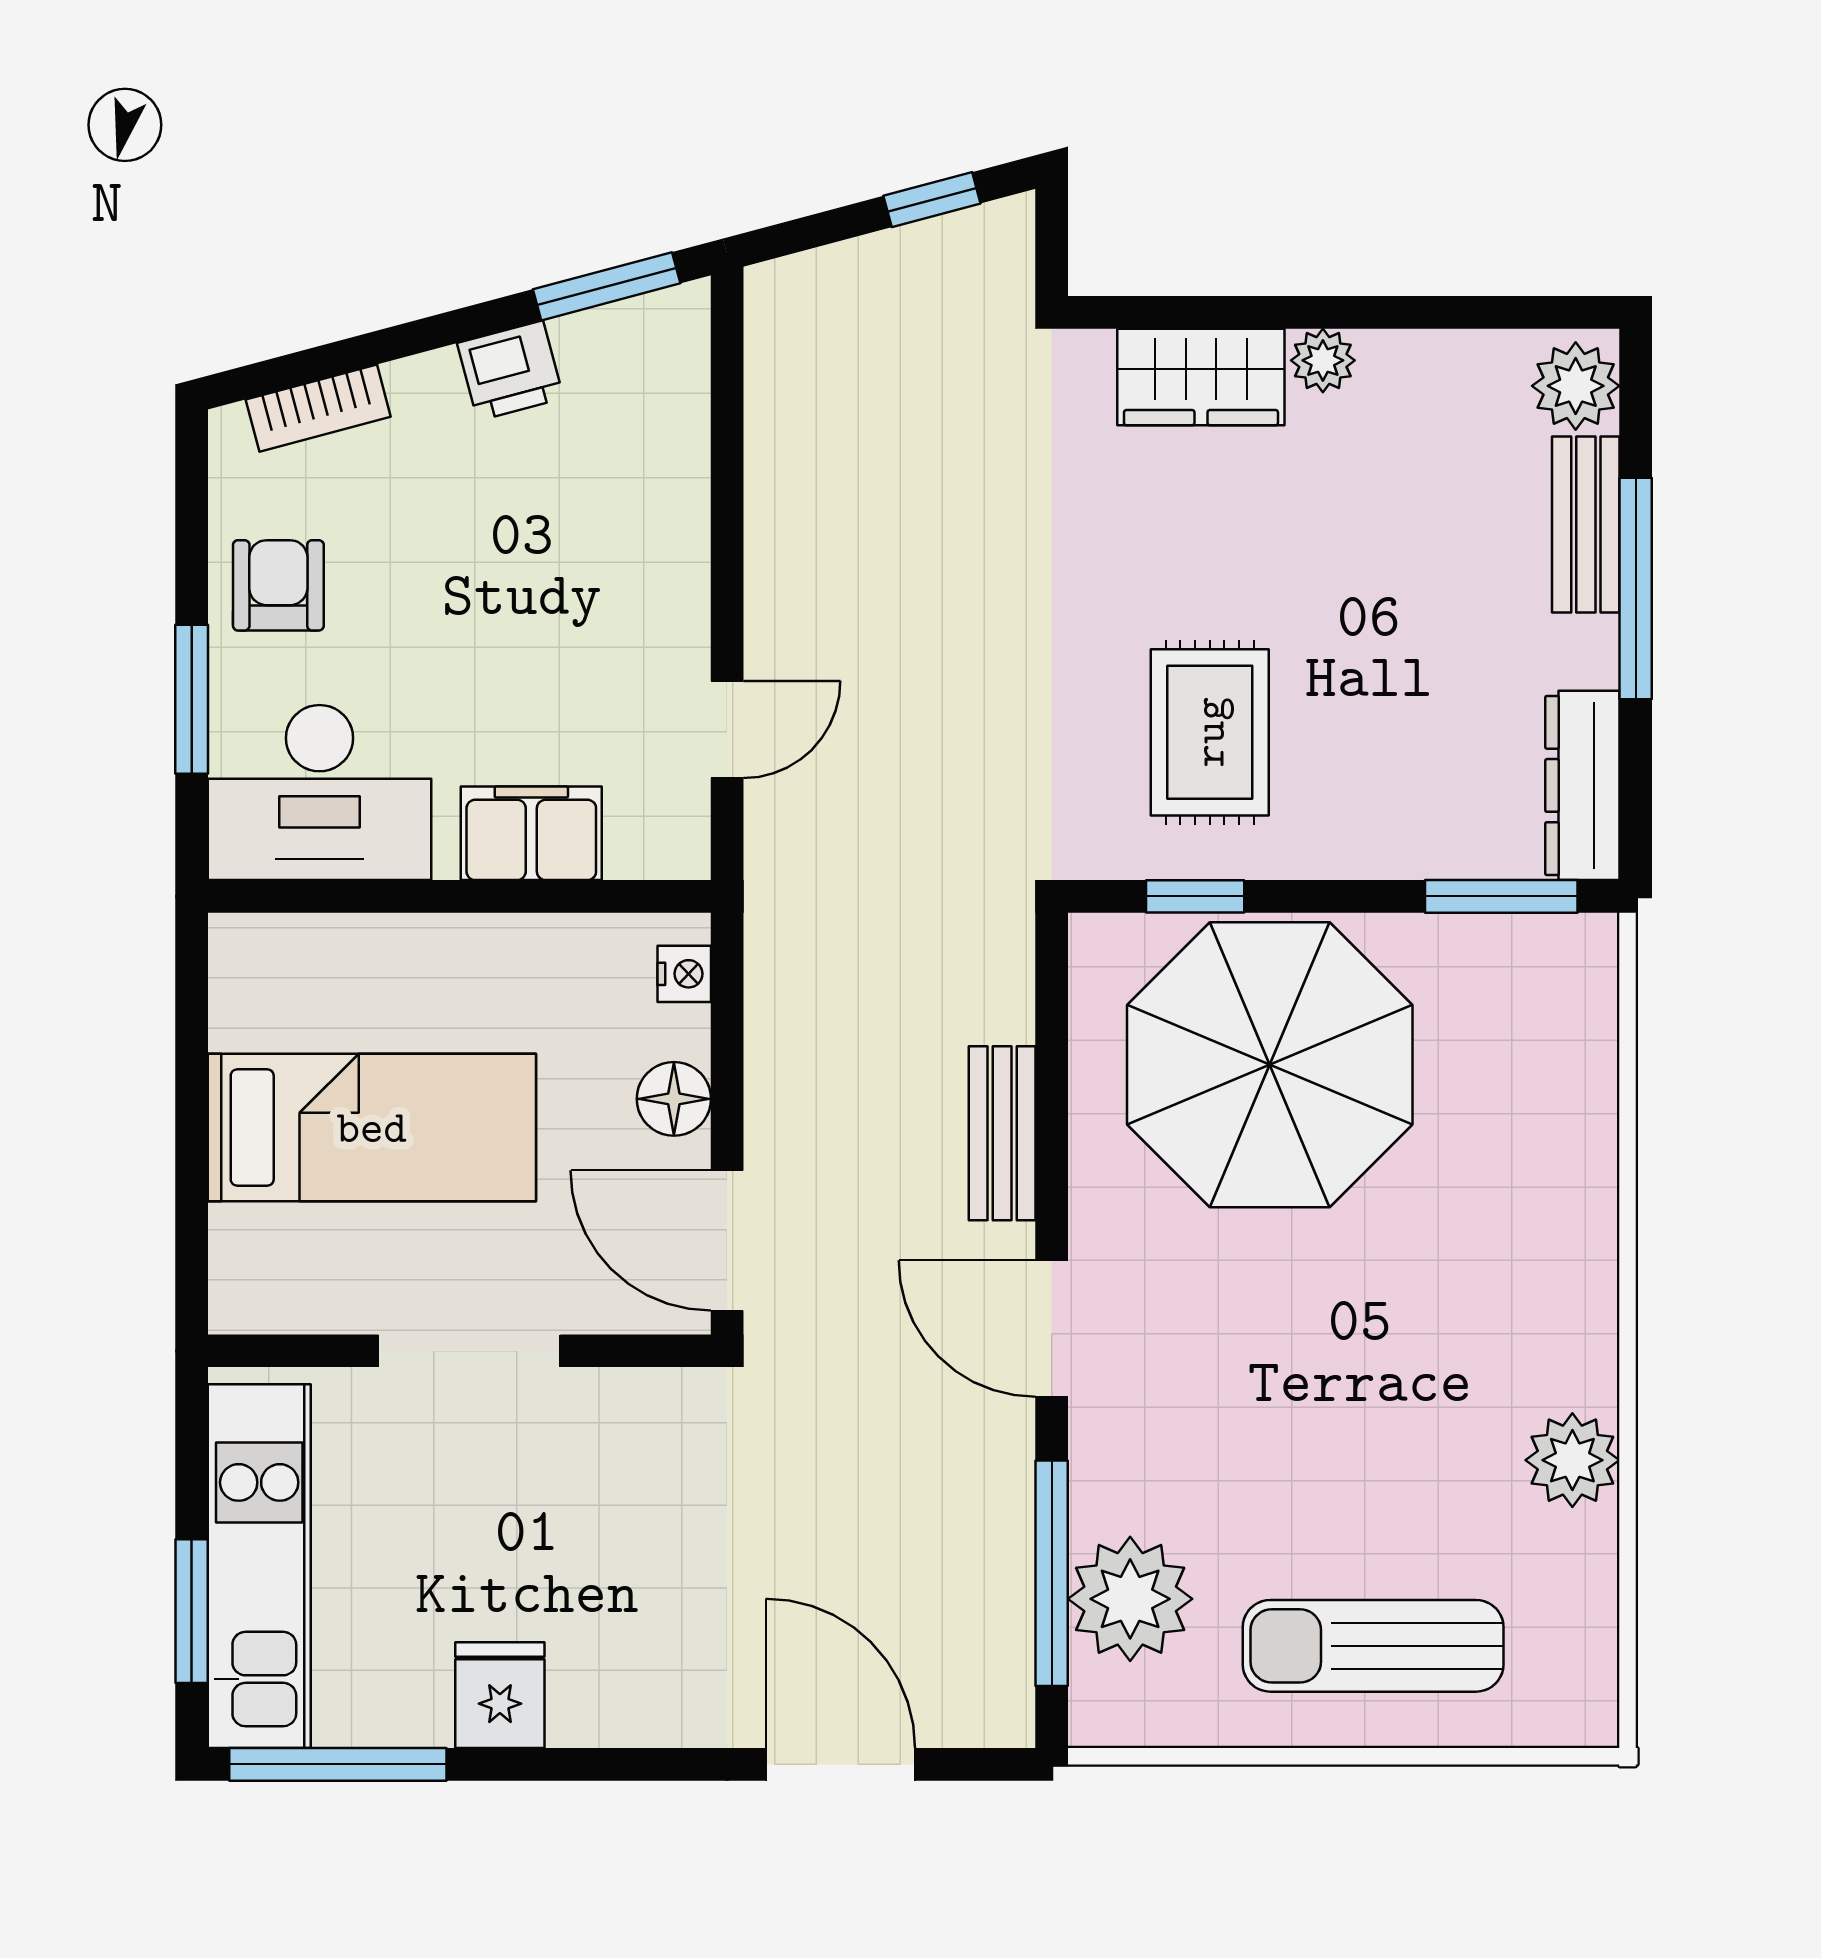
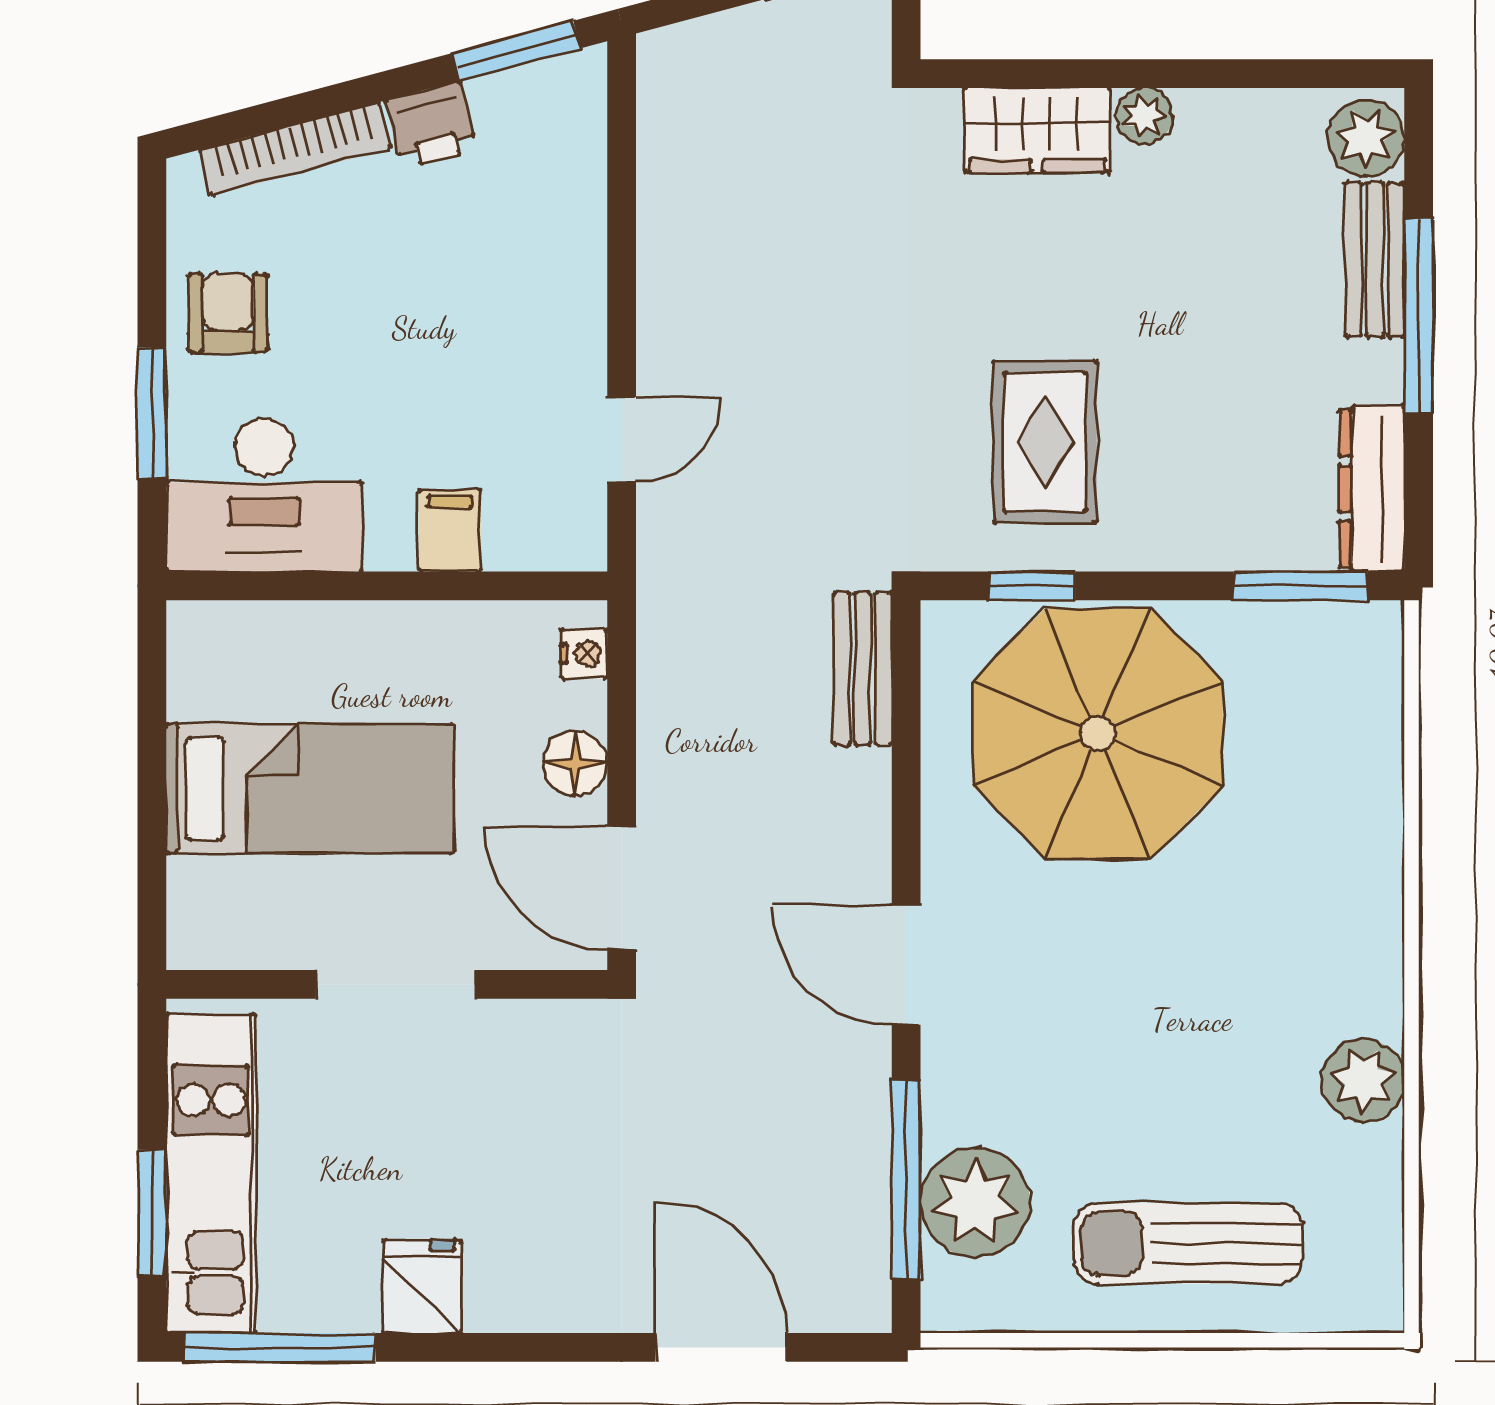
bookcase: (318, 408) -> (295, 149), width x1.56
filing cabinet: (531, 833) -> (450, 531), width x0.50
bench: (1002, 1133) -> (863, 668), moved

